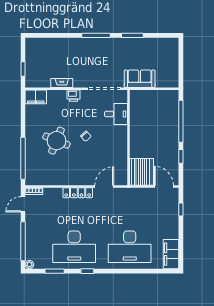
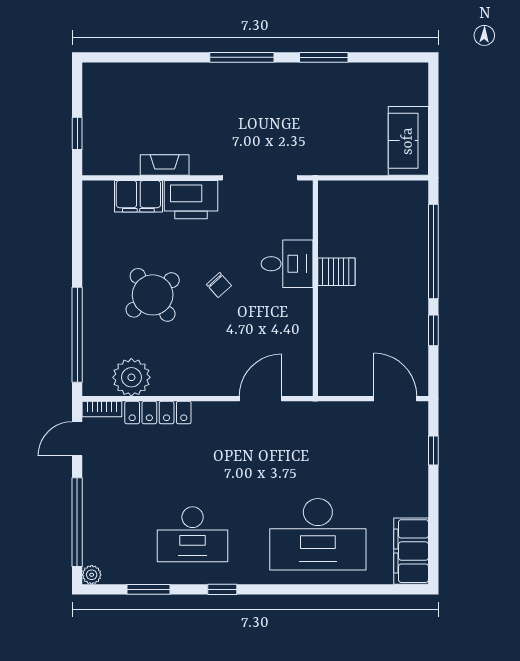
sofa: (140, 79) -> (408, 141), moved, turned -90
printer: (73, 96) -> (191, 200), width x1.87, depth x1.48
filing cabinet: (36, 97) -> (138, 196), moved
desk: (116, 114) -> (287, 264), moved
round table: (56, 141) -> (153, 295), turned 30
server rack: (142, 172) -> (336, 272), moved, width x0.46, depth x0.70
plant: (47, 177) -> (131, 377), added
locker: (78, 193) -> (158, 413), moved
desk: (74, 247) -> (193, 534), width x0.73, depth x0.77

